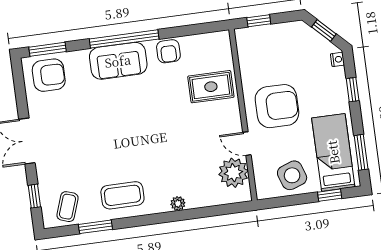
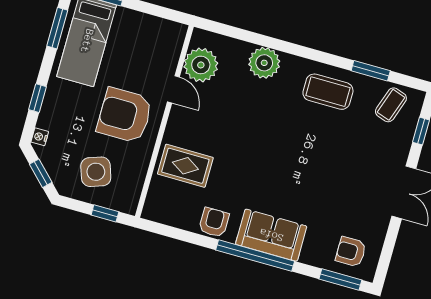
armchair: (49, 75) -> (351, 252), width x0.72, depth x0.72
side table: (292, 175) -> (96, 172), moved
plant: (178, 204) -> (264, 63), width x1.88, depth x1.88

